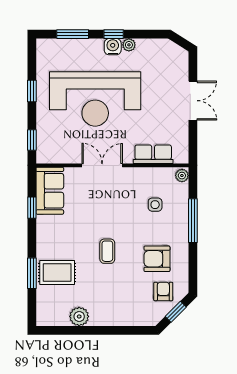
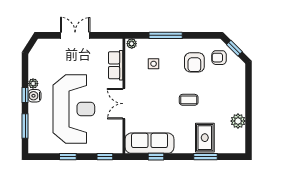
sofa: (50, 191) -> (150, 143), width x1.36

